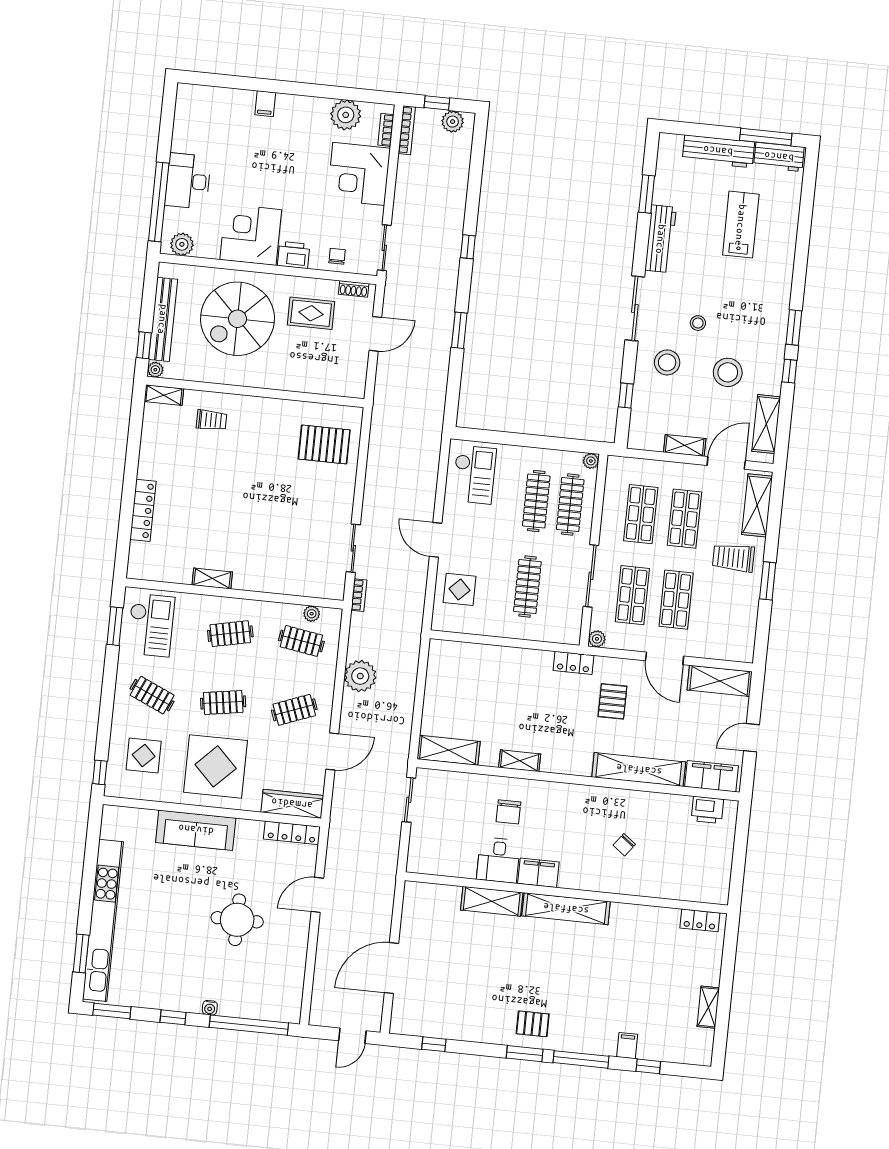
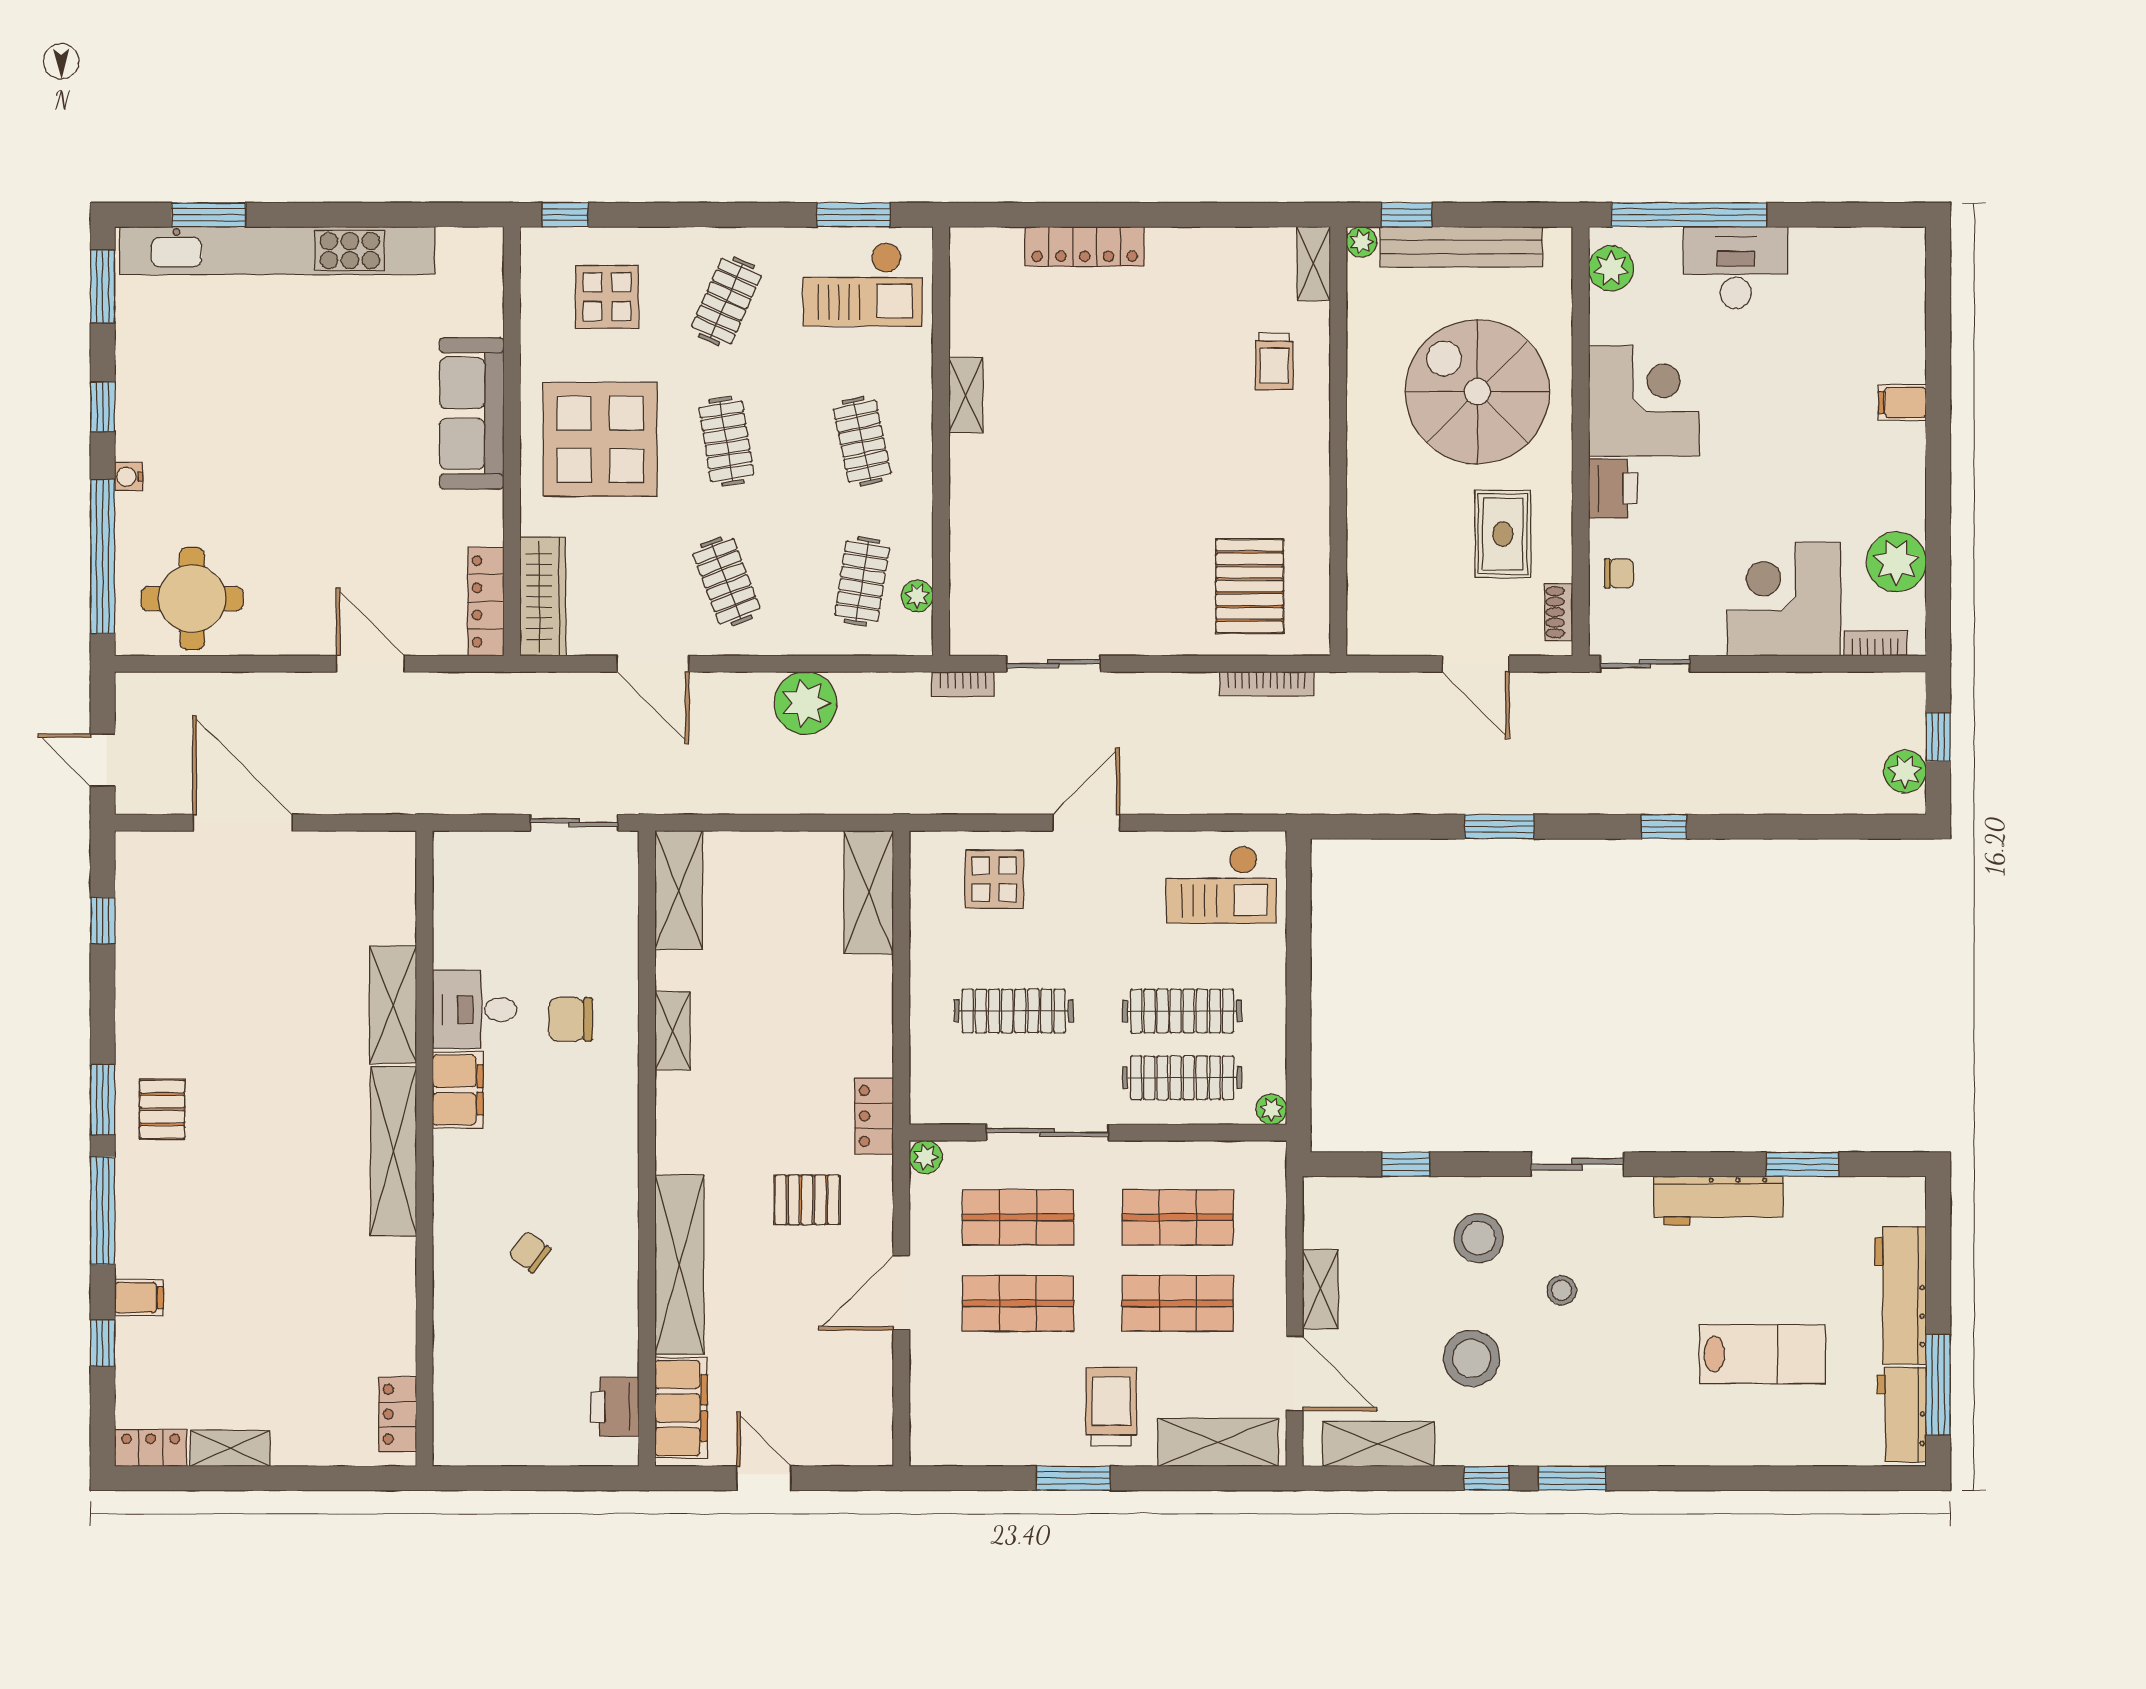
bookcase: (407, 130) -> (1267, 684), moved
sliding door: (635, 308) -> (1577, 1164), width x0.73
shelving: (720, 681) -> (869, 892), moved
round table: (237, 920) -> (192, 599), moved
locker: (704, 1047) -> (151, 1448), added

